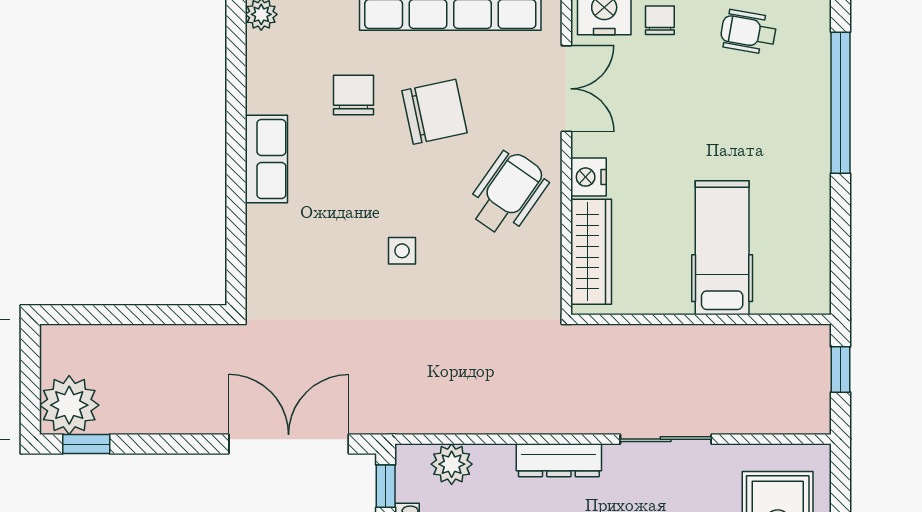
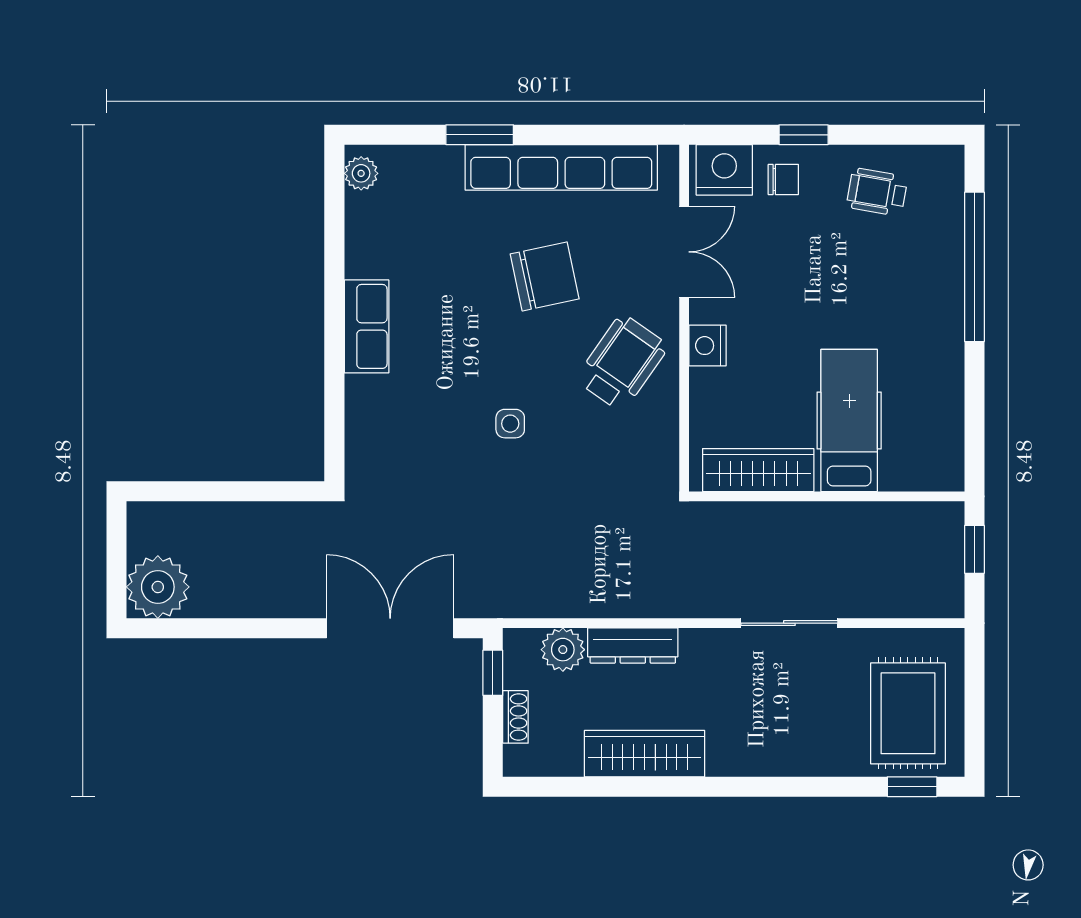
chair: (660, 20) -> (783, 180), turned 90
chair: (353, 95) -> (459, 259), removed
wardrobe: (591, 252) -> (758, 470), moved, turned -90
window: (86, 444) -> (176, 628), removed
dresser: (559, 460) -> (633, 645), moved

